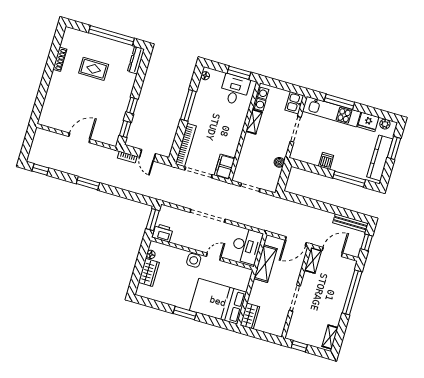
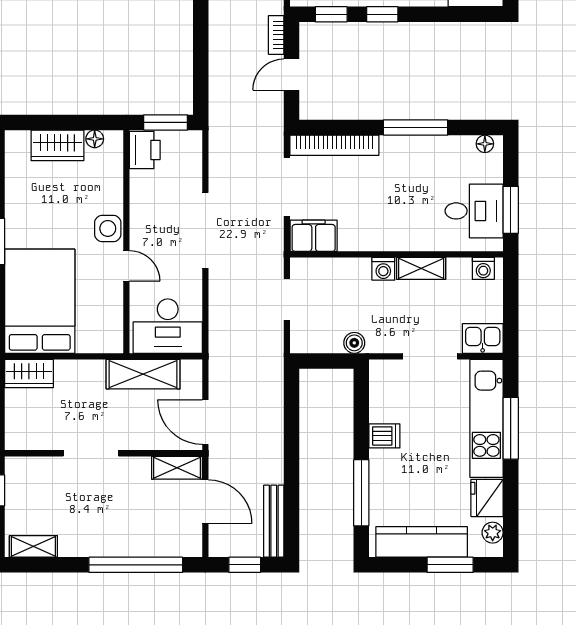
washing machine: (259, 104) -> (383, 269), moved

